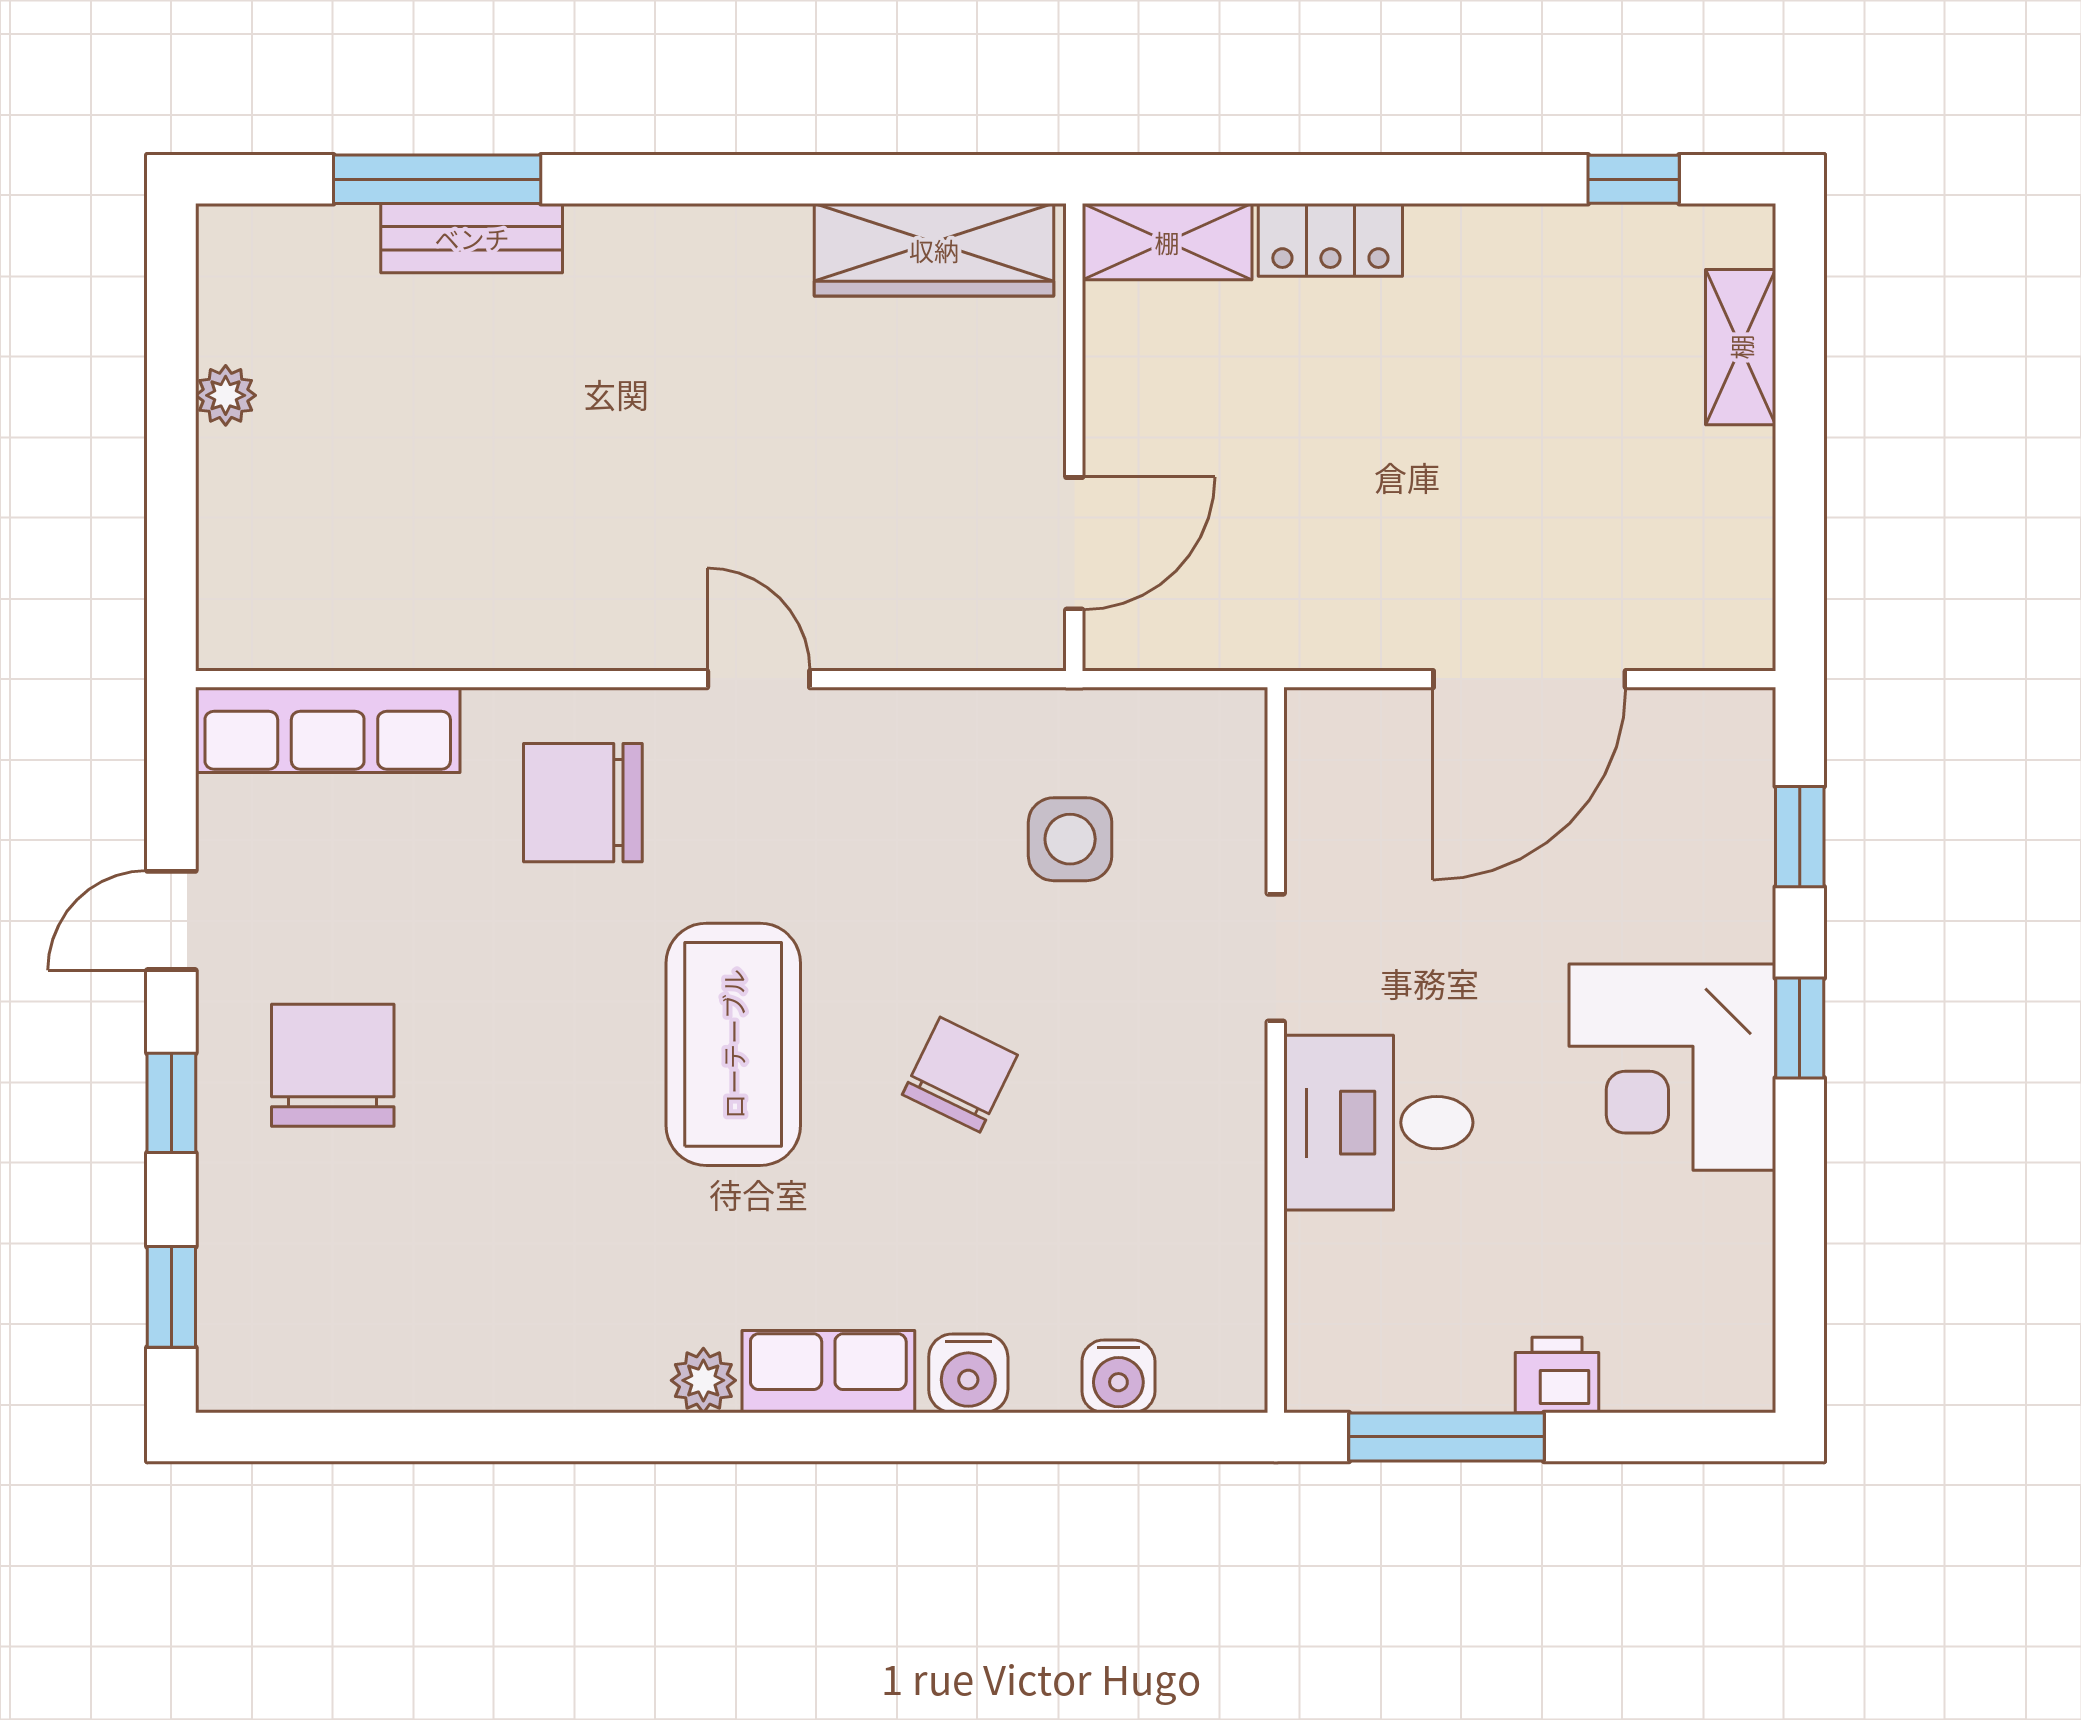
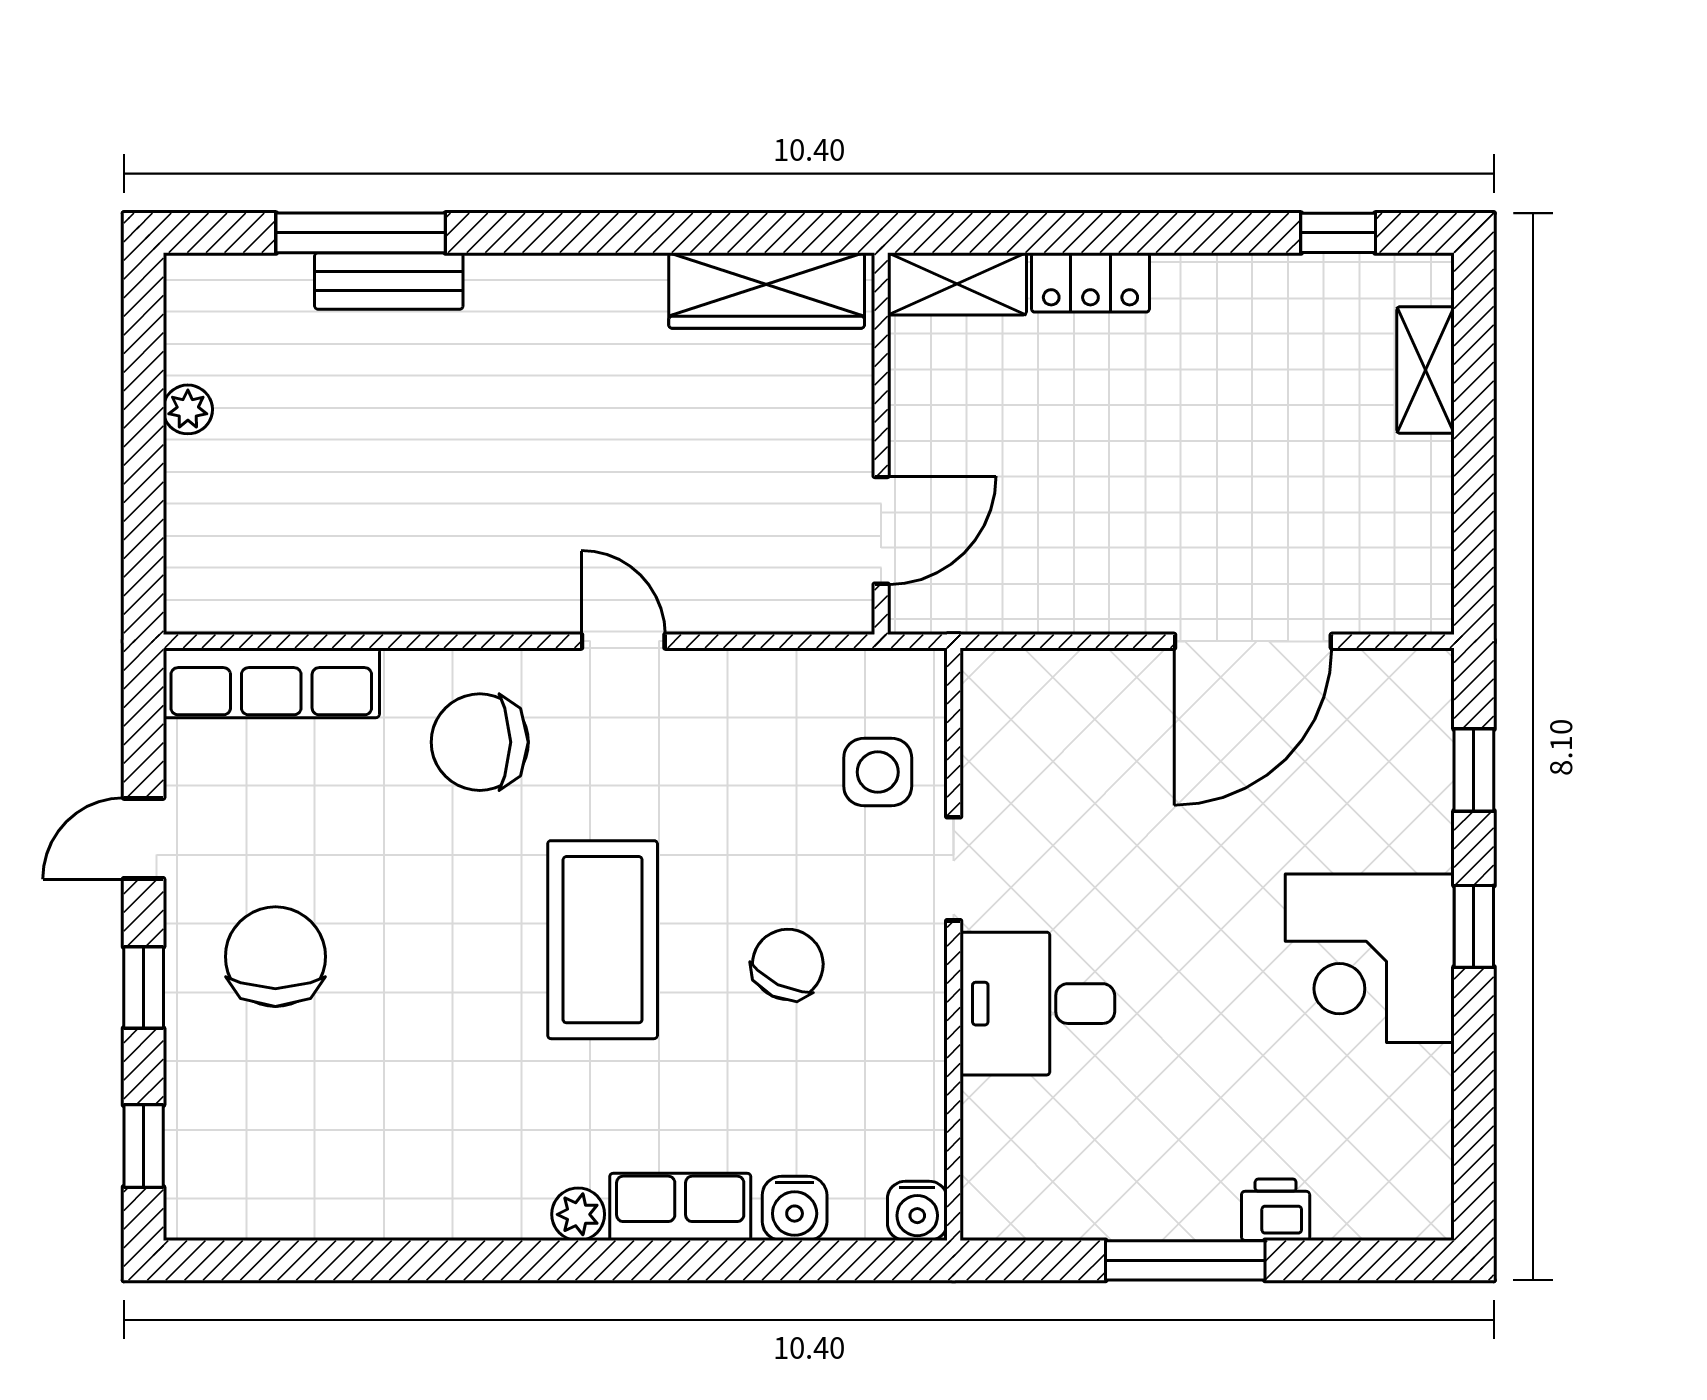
doorway: (1276, 958) -> (954, 869), moved
wall: (1276, 1050) -> (954, 944), moved
desk: (1378, 1123) -> (1037, 1004), moved

